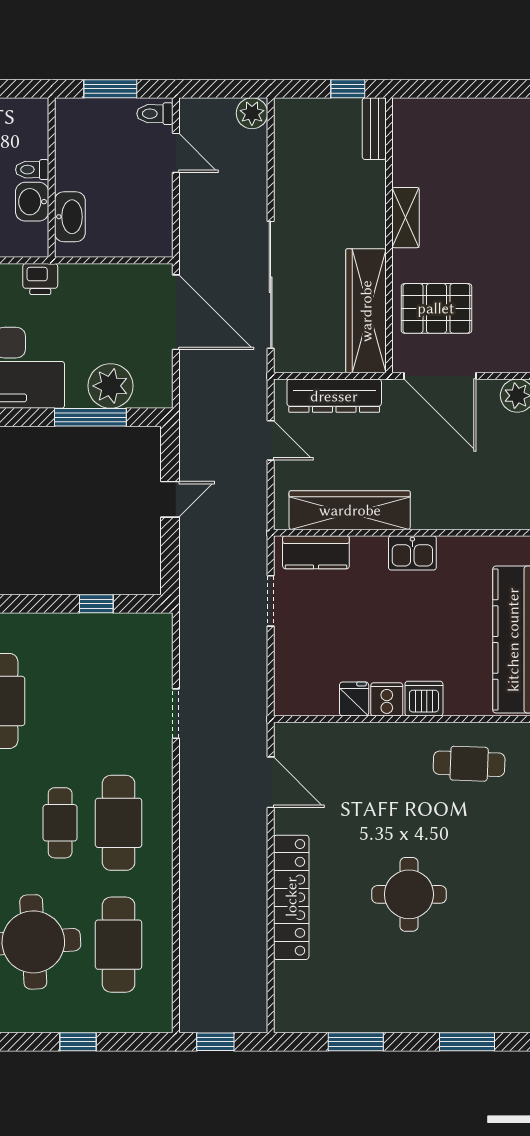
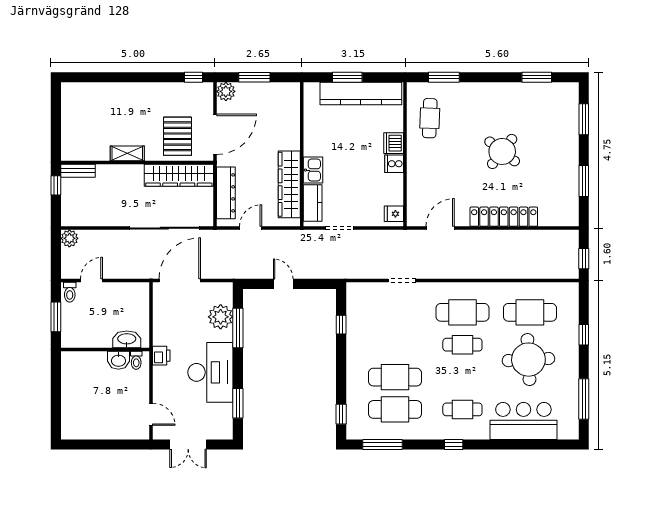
toilet: (32, 170) -> (136, 360), moved
kitchen sink: (412, 553) -> (313, 170), moved
fridge: (354, 699) -> (394, 214), moved
round table: (409, 894) -> (502, 151), turned 38

